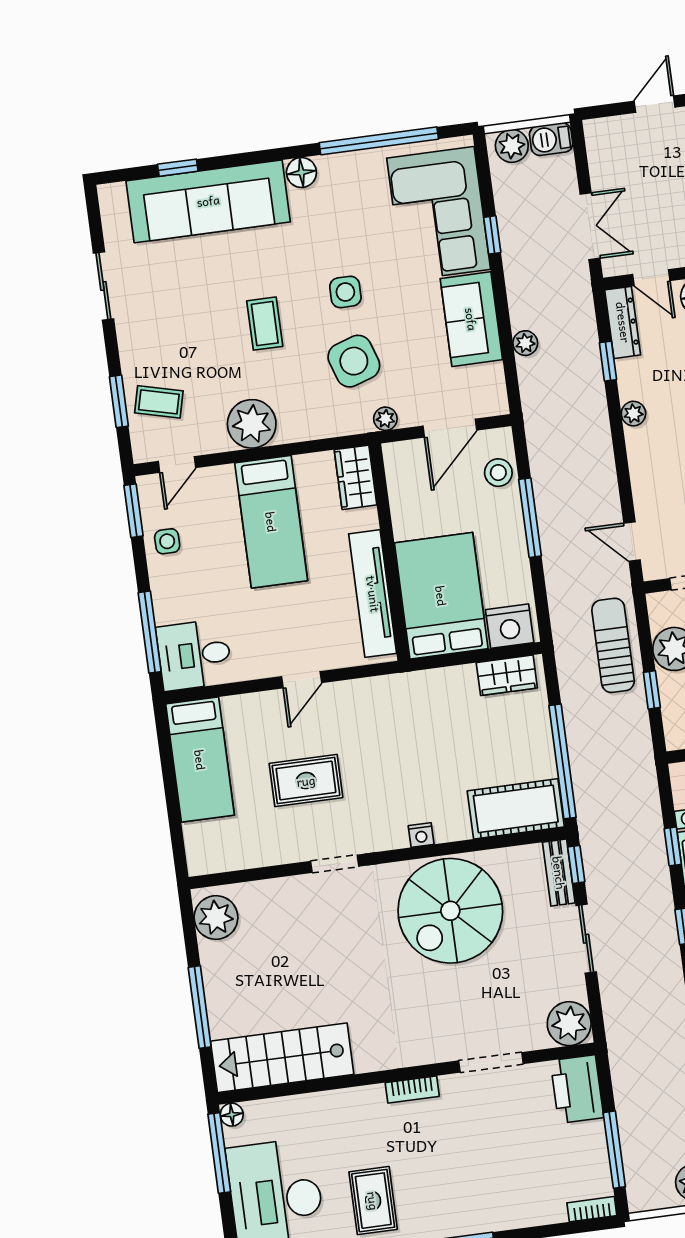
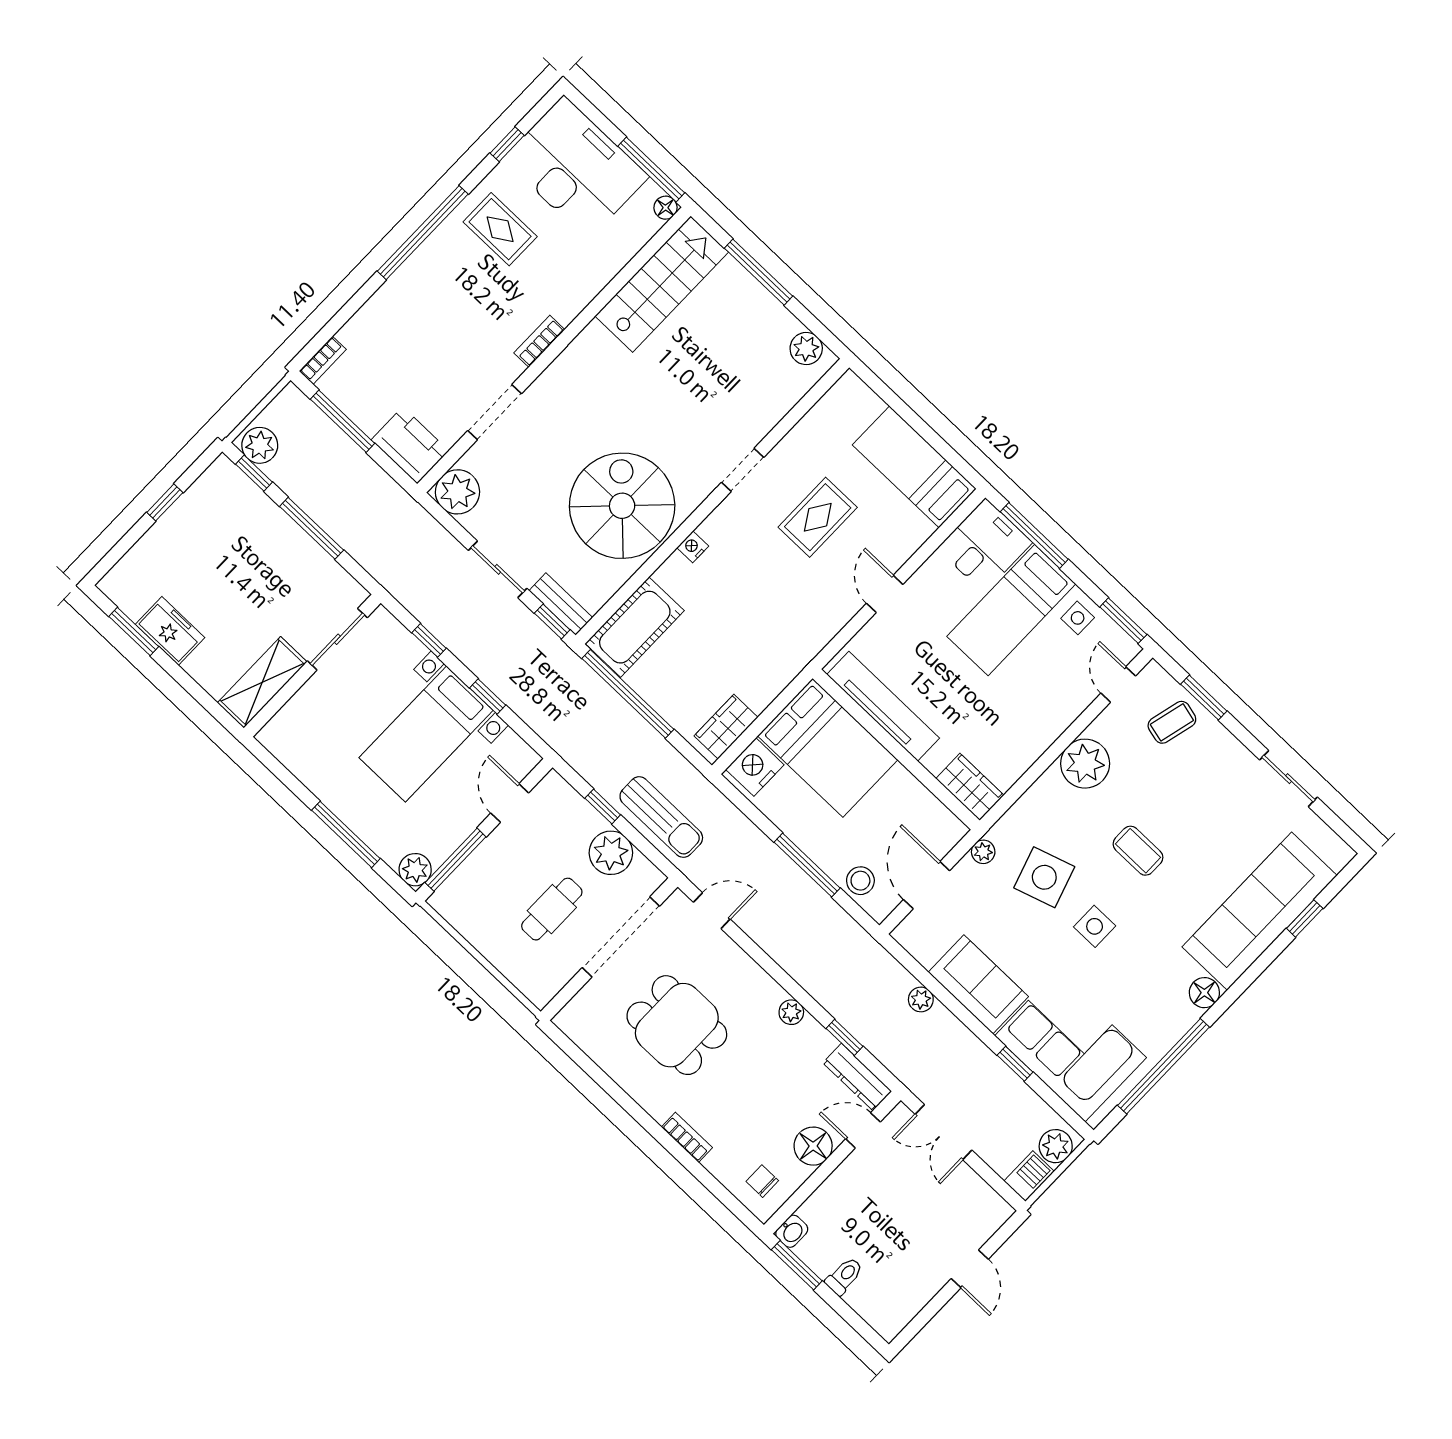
bed: (271, 522) -> (1011, 610), moved, turned -90
plant: (216, 918) -> (806, 348), width x0.73, depth x0.73

